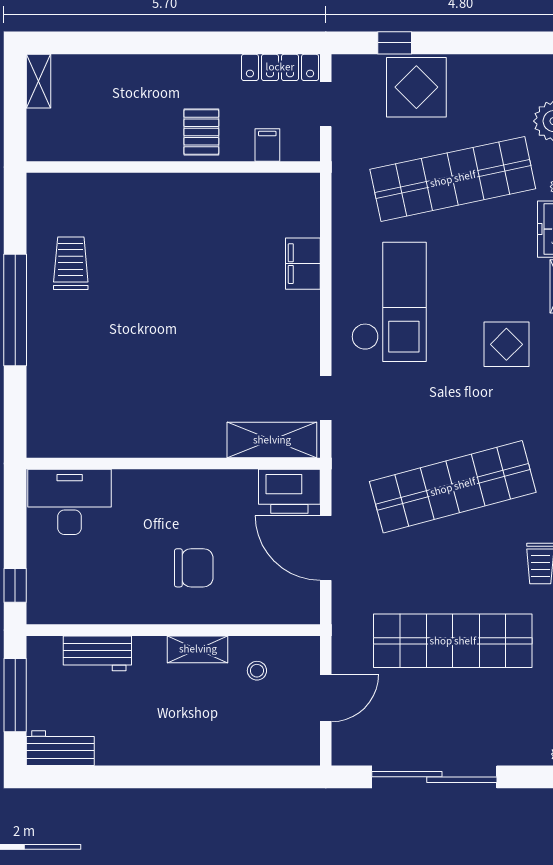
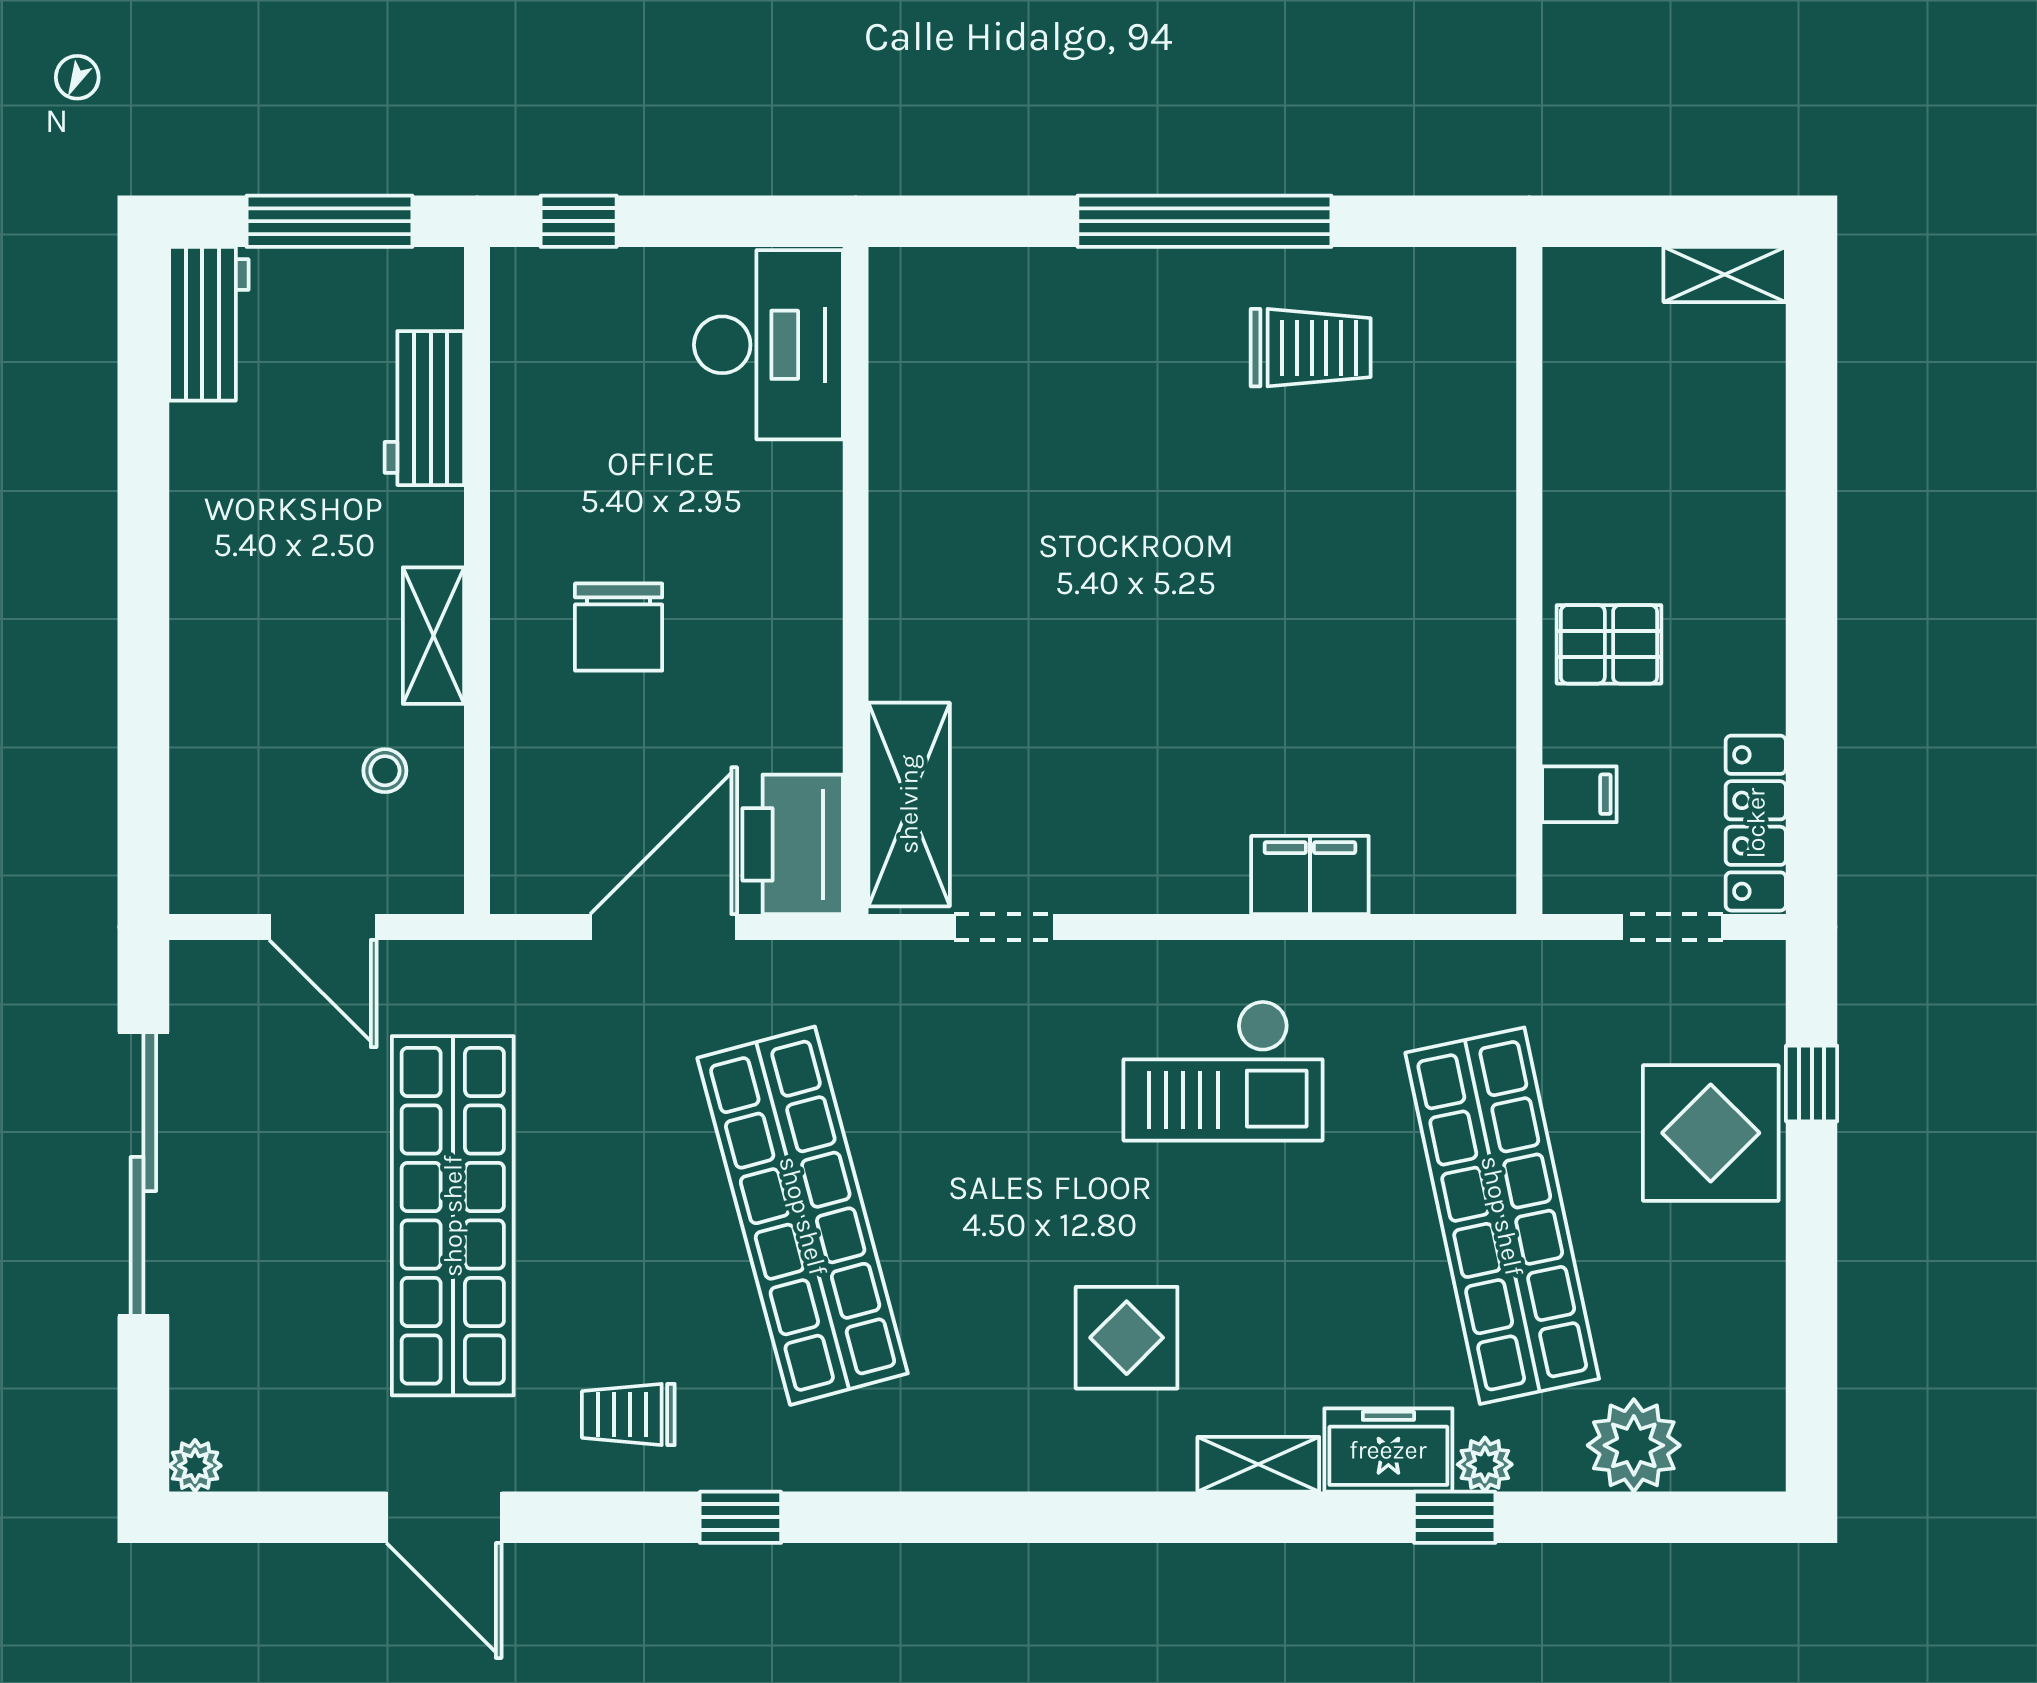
checkout: (389, 302) -> (1223, 1071), width x0.73, depth x0.83

